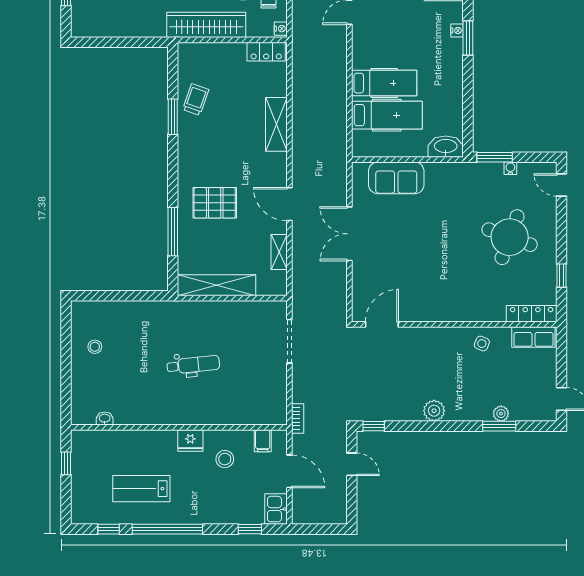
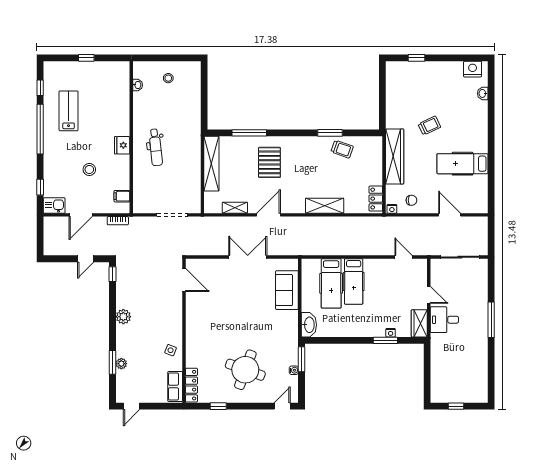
washbasin: (105, 419) -> (138, 85), moved
wall: (179, 427) -> (131, 137), moved
fridge: (190, 440) -> (122, 145), moved
filing cabinet: (263, 441) -> (122, 196), moved

